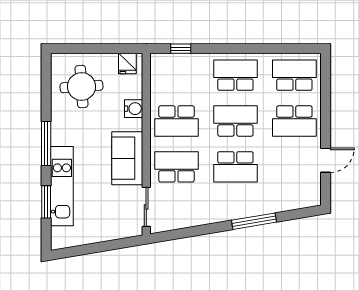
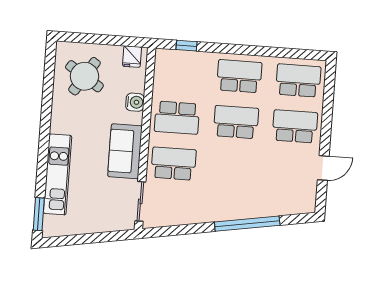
round table: (81, 87) -> (84, 76), turned 37
school desk: (294, 121) -> (295, 126), turned 180
window: (46, 143) -> (45, 131), removed
school desk: (235, 167) -> (233, 168), removed
window: (46, 202) -> (39, 214), moved
window: (254, 221) -> (247, 224), width x1.46

